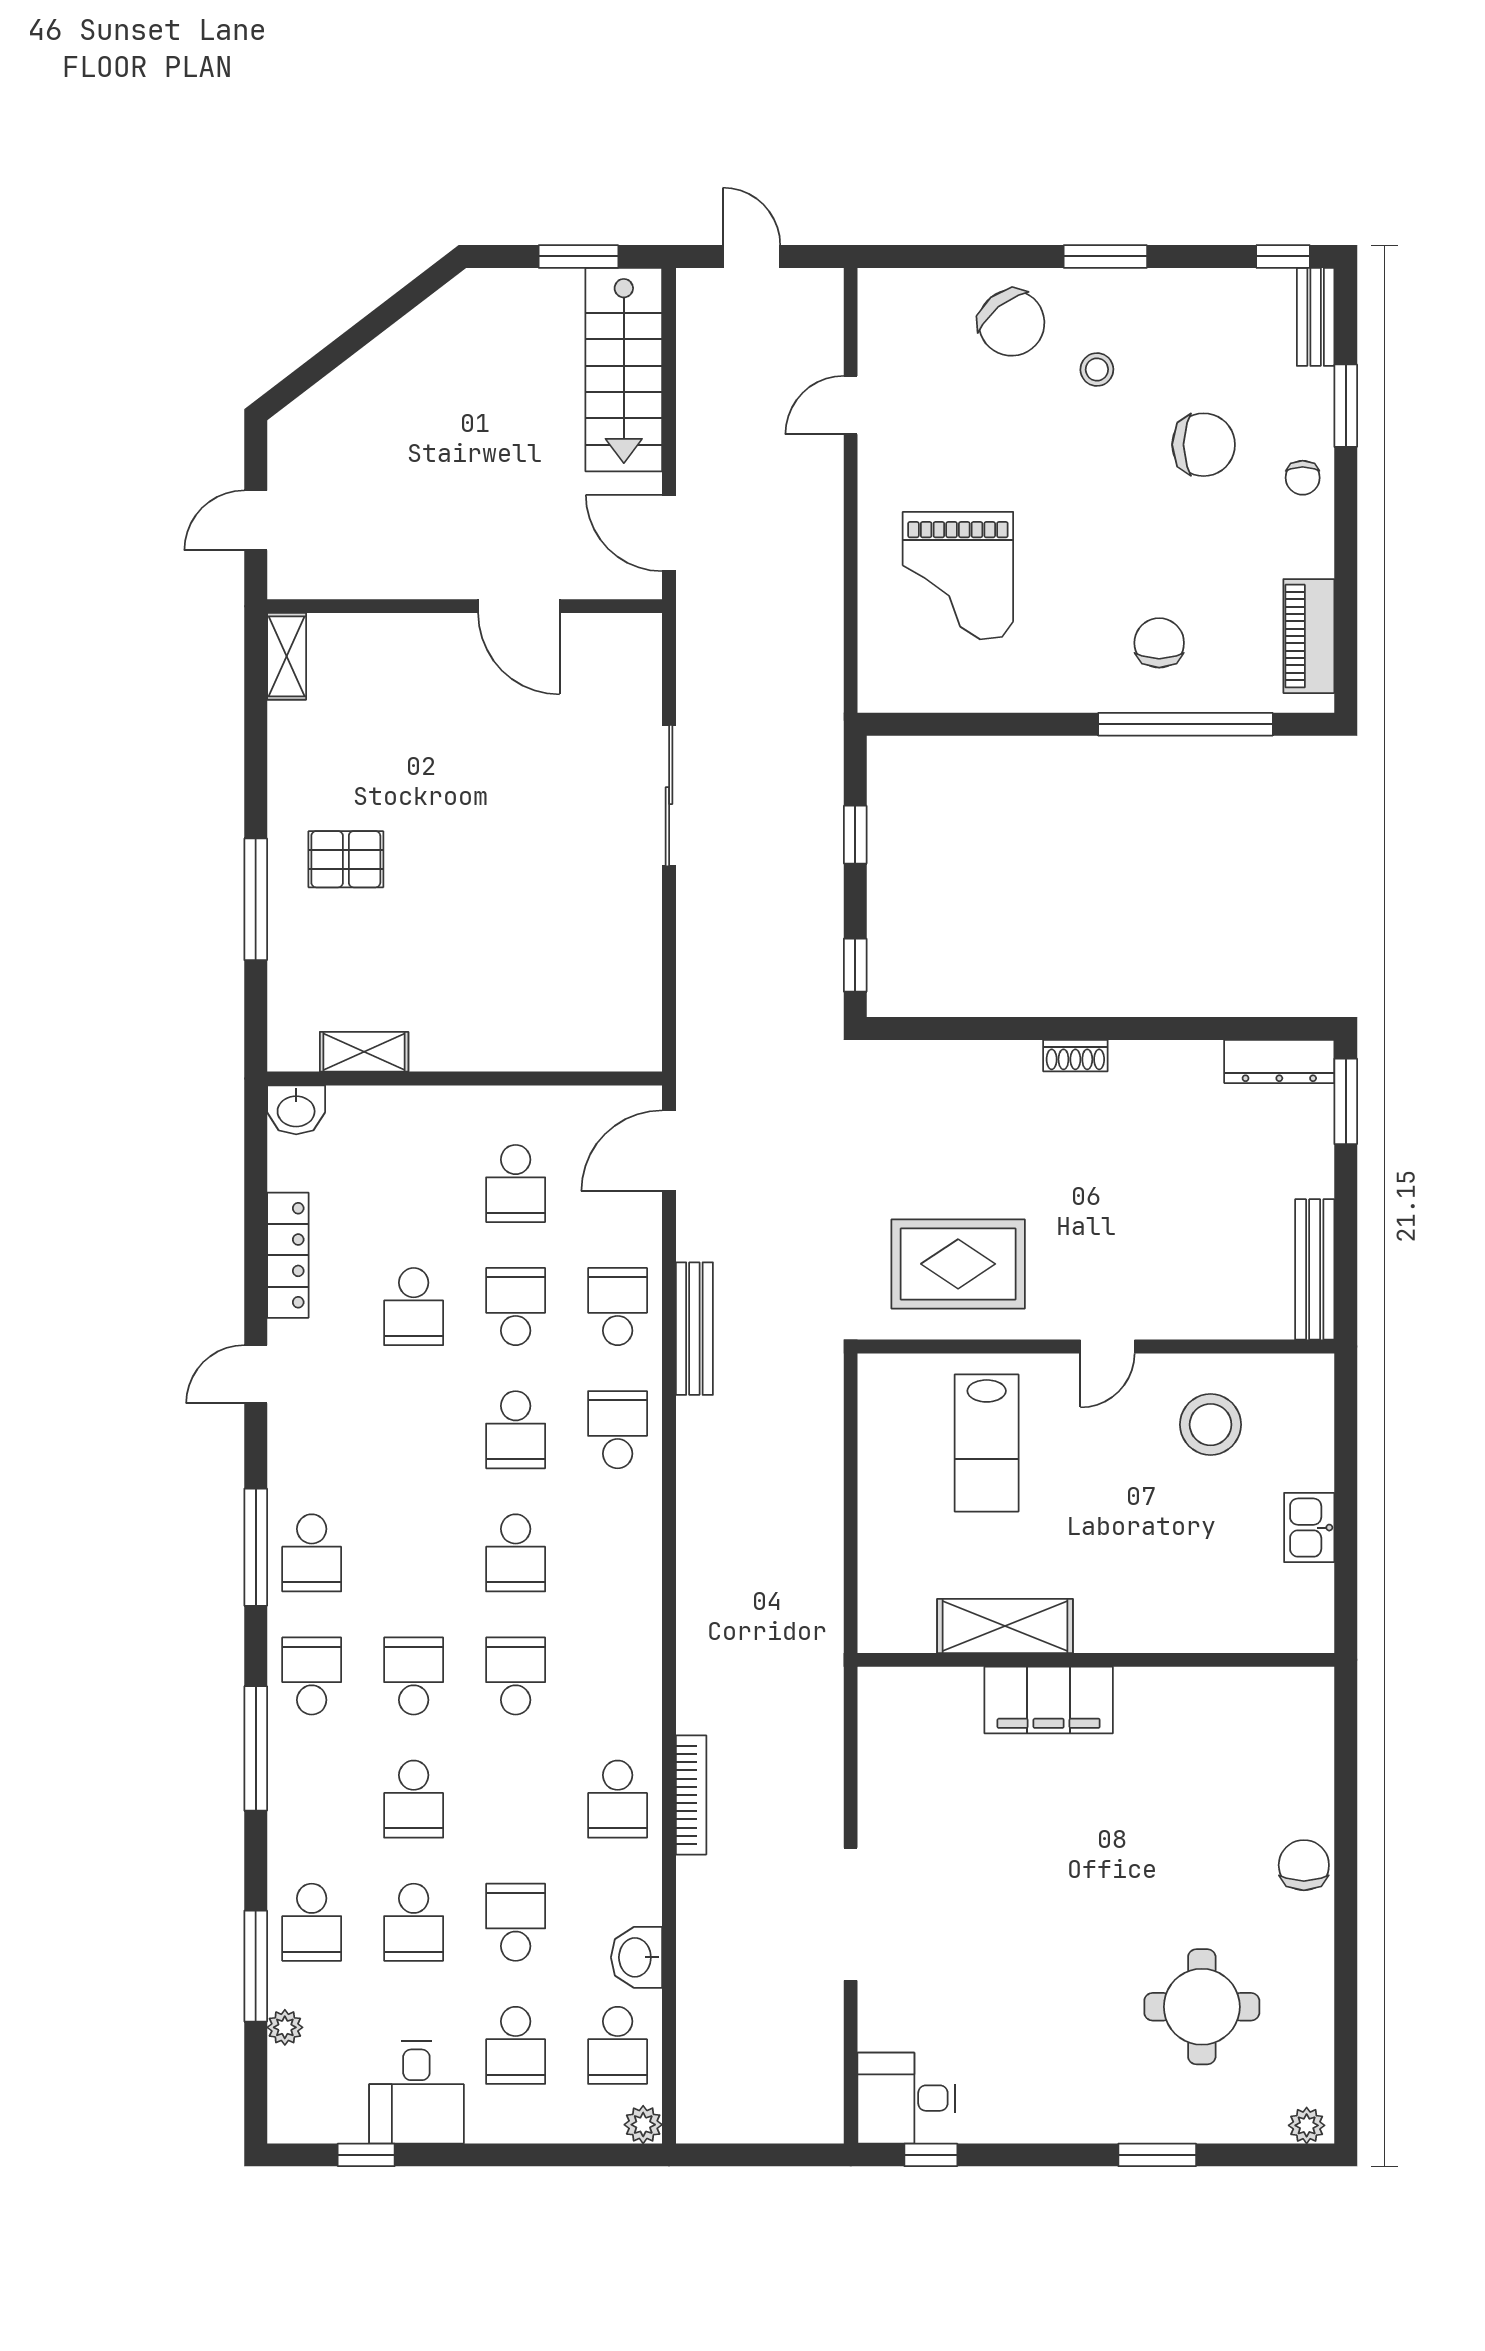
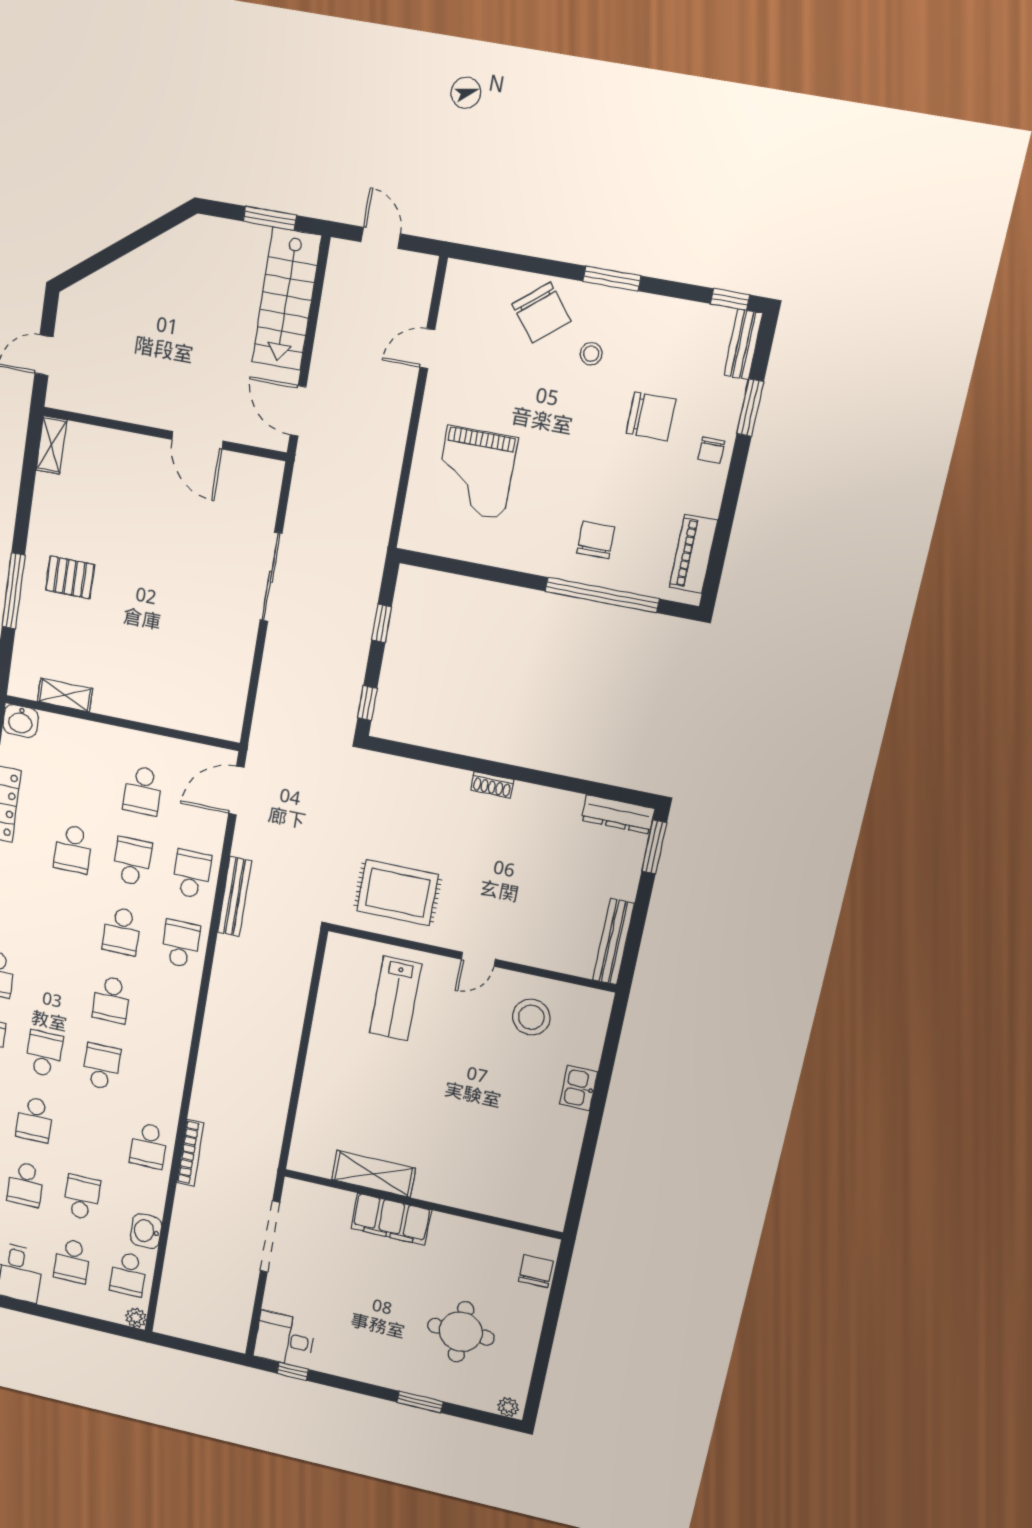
shelving: (1005, 1626) -> (374, 1174), moved
wall: (1096, 1660) -> (423, 1204), moved
filing cabinet: (1049, 1700) -> (391, 1219), moved

